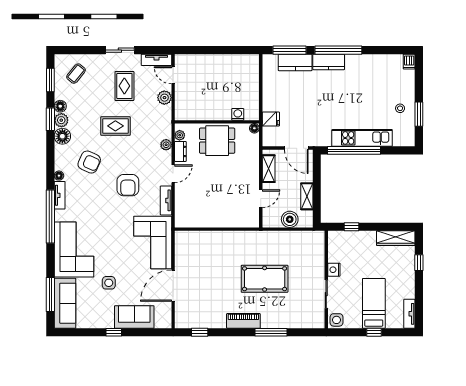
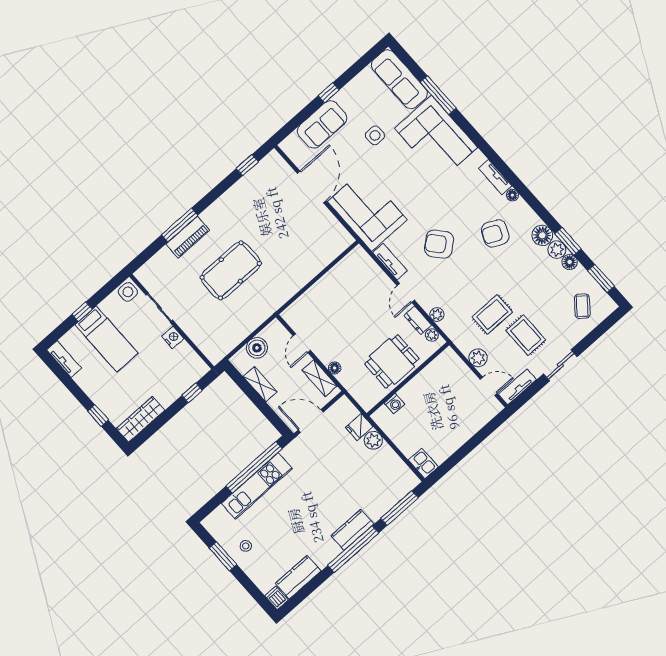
kitchen counter: (295, 62) -> (298, 577), moved
kitchen sink: (252, 64) -> (423, 463), added
plant: (270, 104) -> (373, 440), added
rug: (115, 126) -> (492, 314), moved
floor lamp: (254, 128) -> (335, 368), moved
armchair: (128, 185) -> (439, 244), turned -40
window: (50, 217) -> (486, 149), removed
window: (50, 294) -> (438, 95), moved
piano: (243, 321) -> (188, 237), moved

